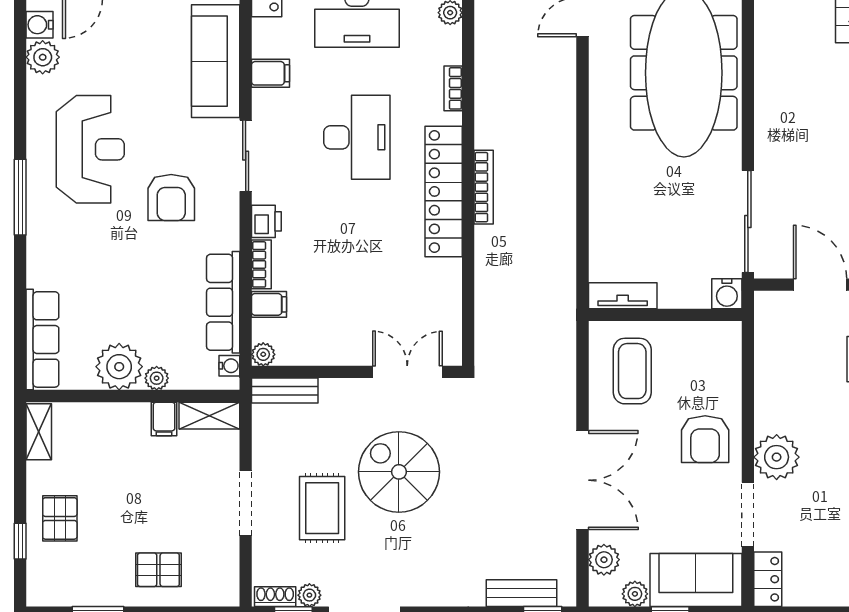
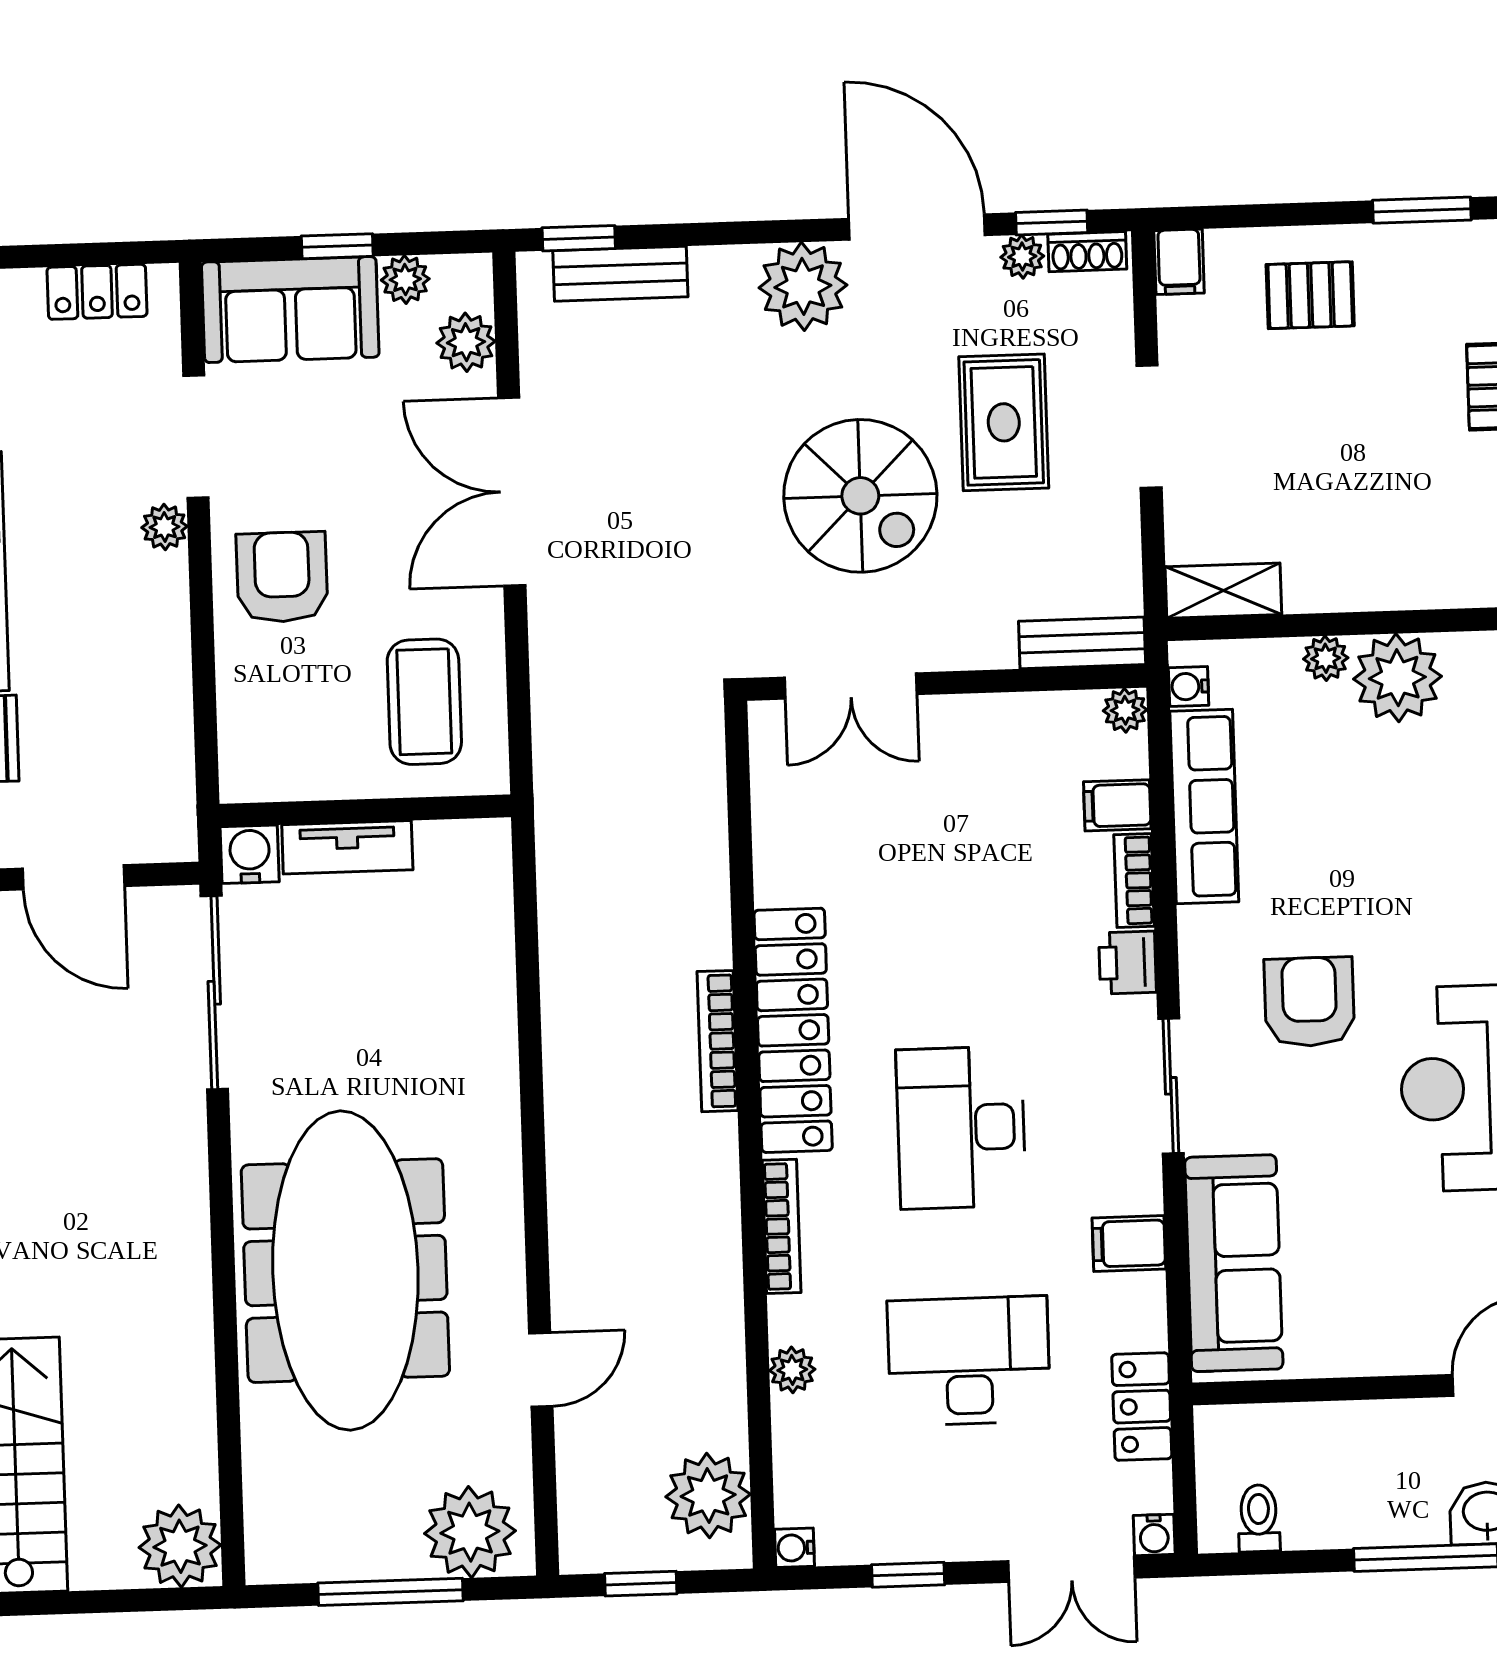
bookcase: (453, 88) -> (782, 1226), width x1.56
tv unit: (623, 296) -> (347, 847), moved
filing cabinet: (164, 419) -> (1179, 262), moved, turned 180
plant: (777, 457) -> (165, 527), width x0.53, depth x0.53
locker: (768, 579) -> (97, 292), moved, turned -90
plant: (426, 583) -> (803, 286), added

